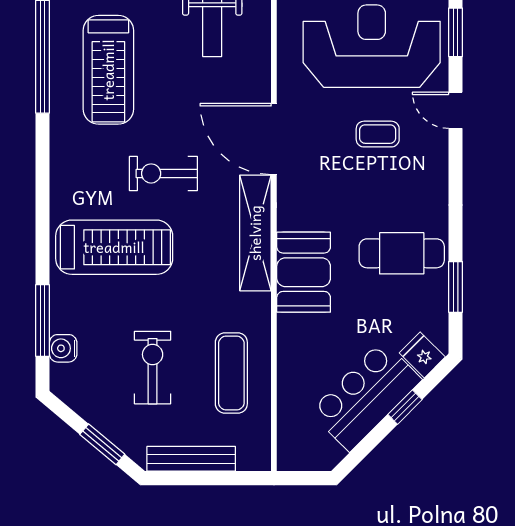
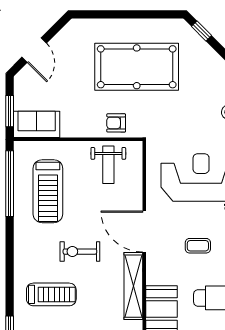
coffee table: (378, 134) -> (198, 246), moved
treadmill: (114, 247) -> (51, 294), width x0.73, depth x0.73

